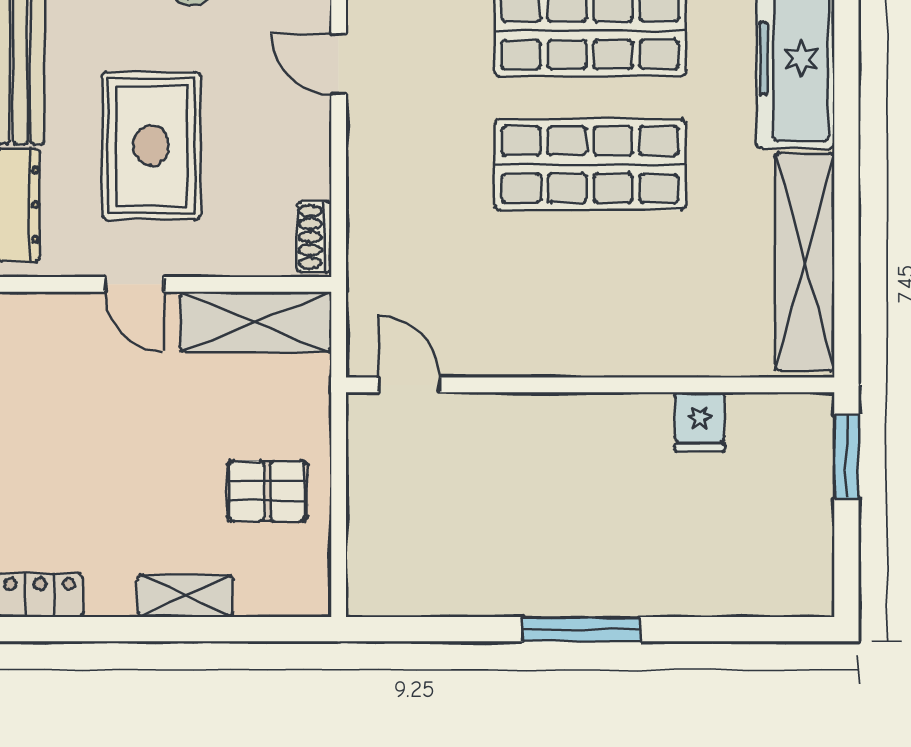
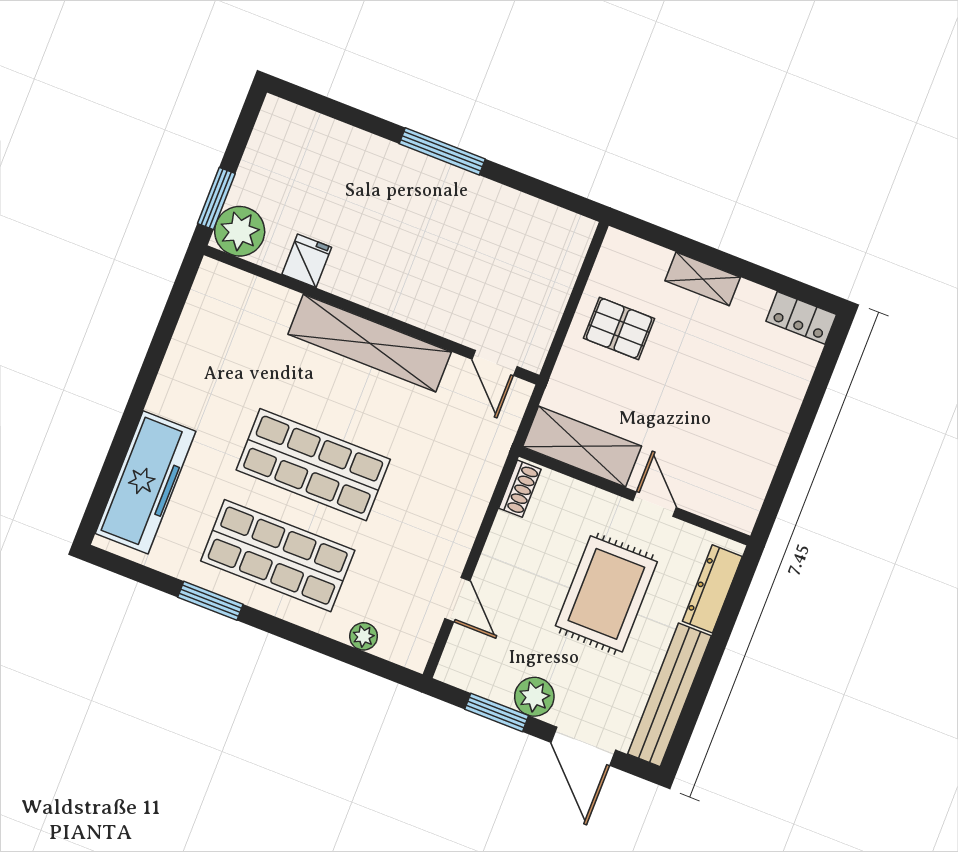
shelving: (805, 262) -> (370, 343), moved, turned 90
plant: (800, 426) -> (240, 231), added

